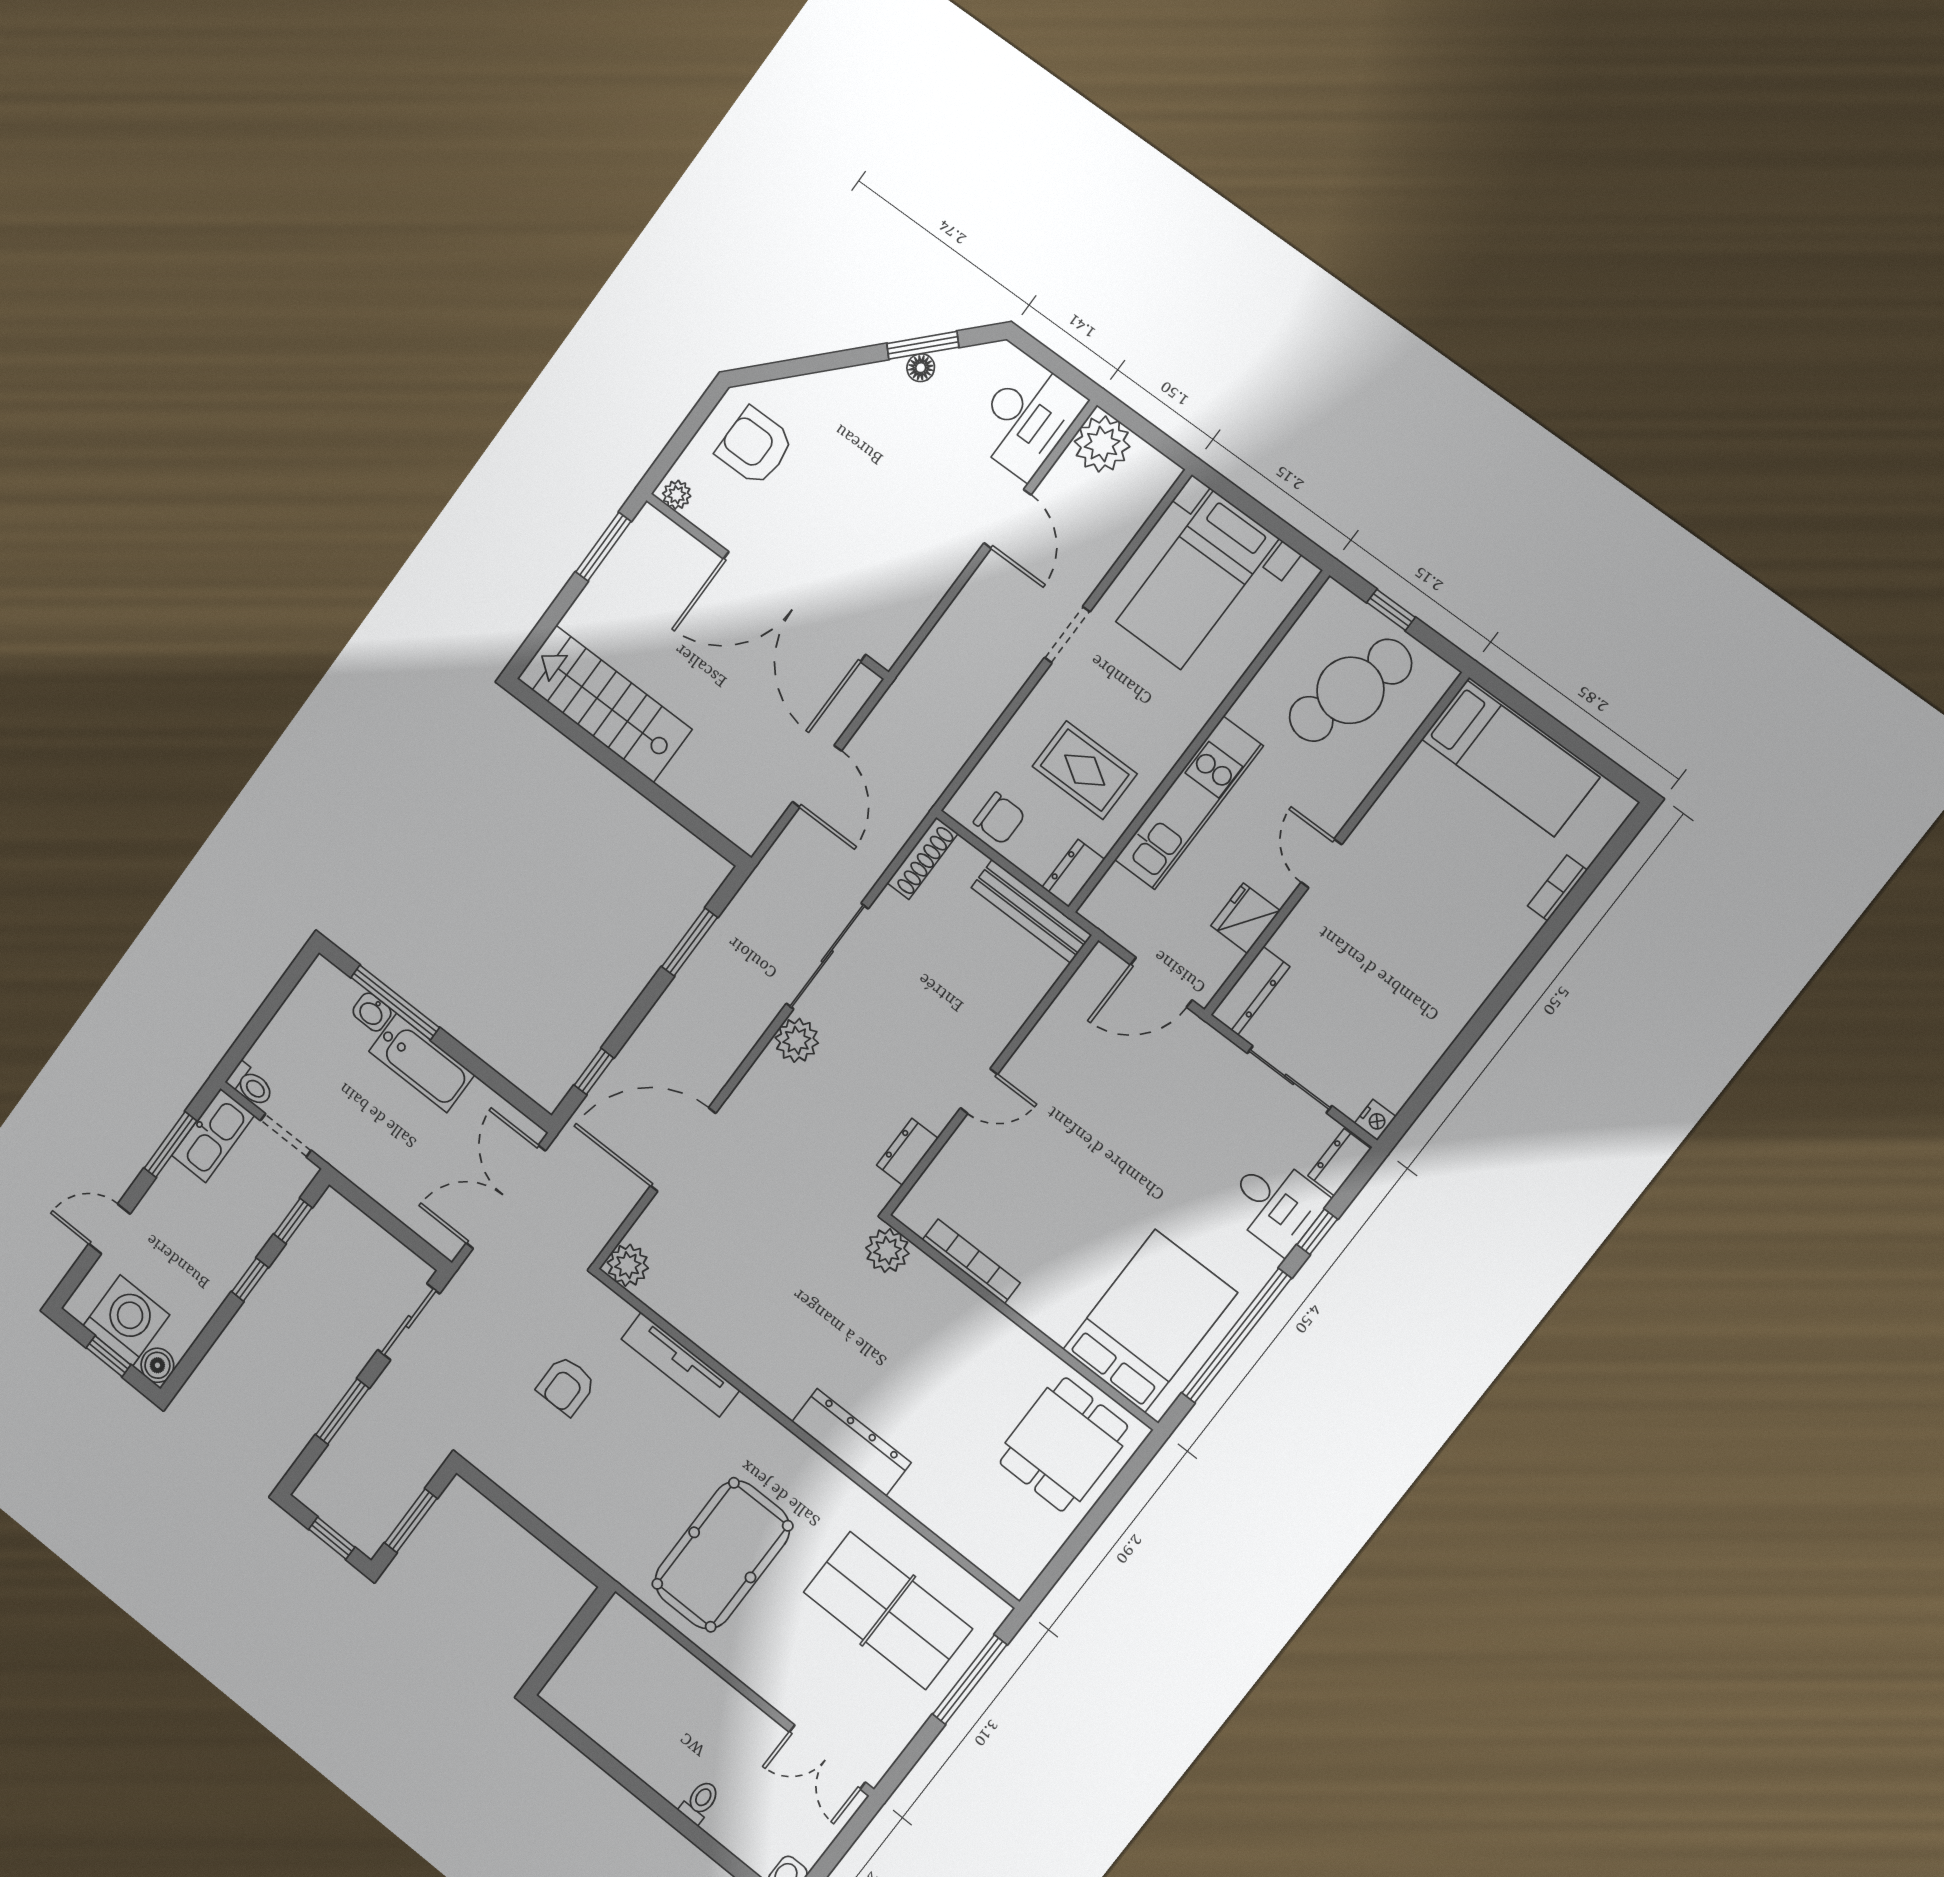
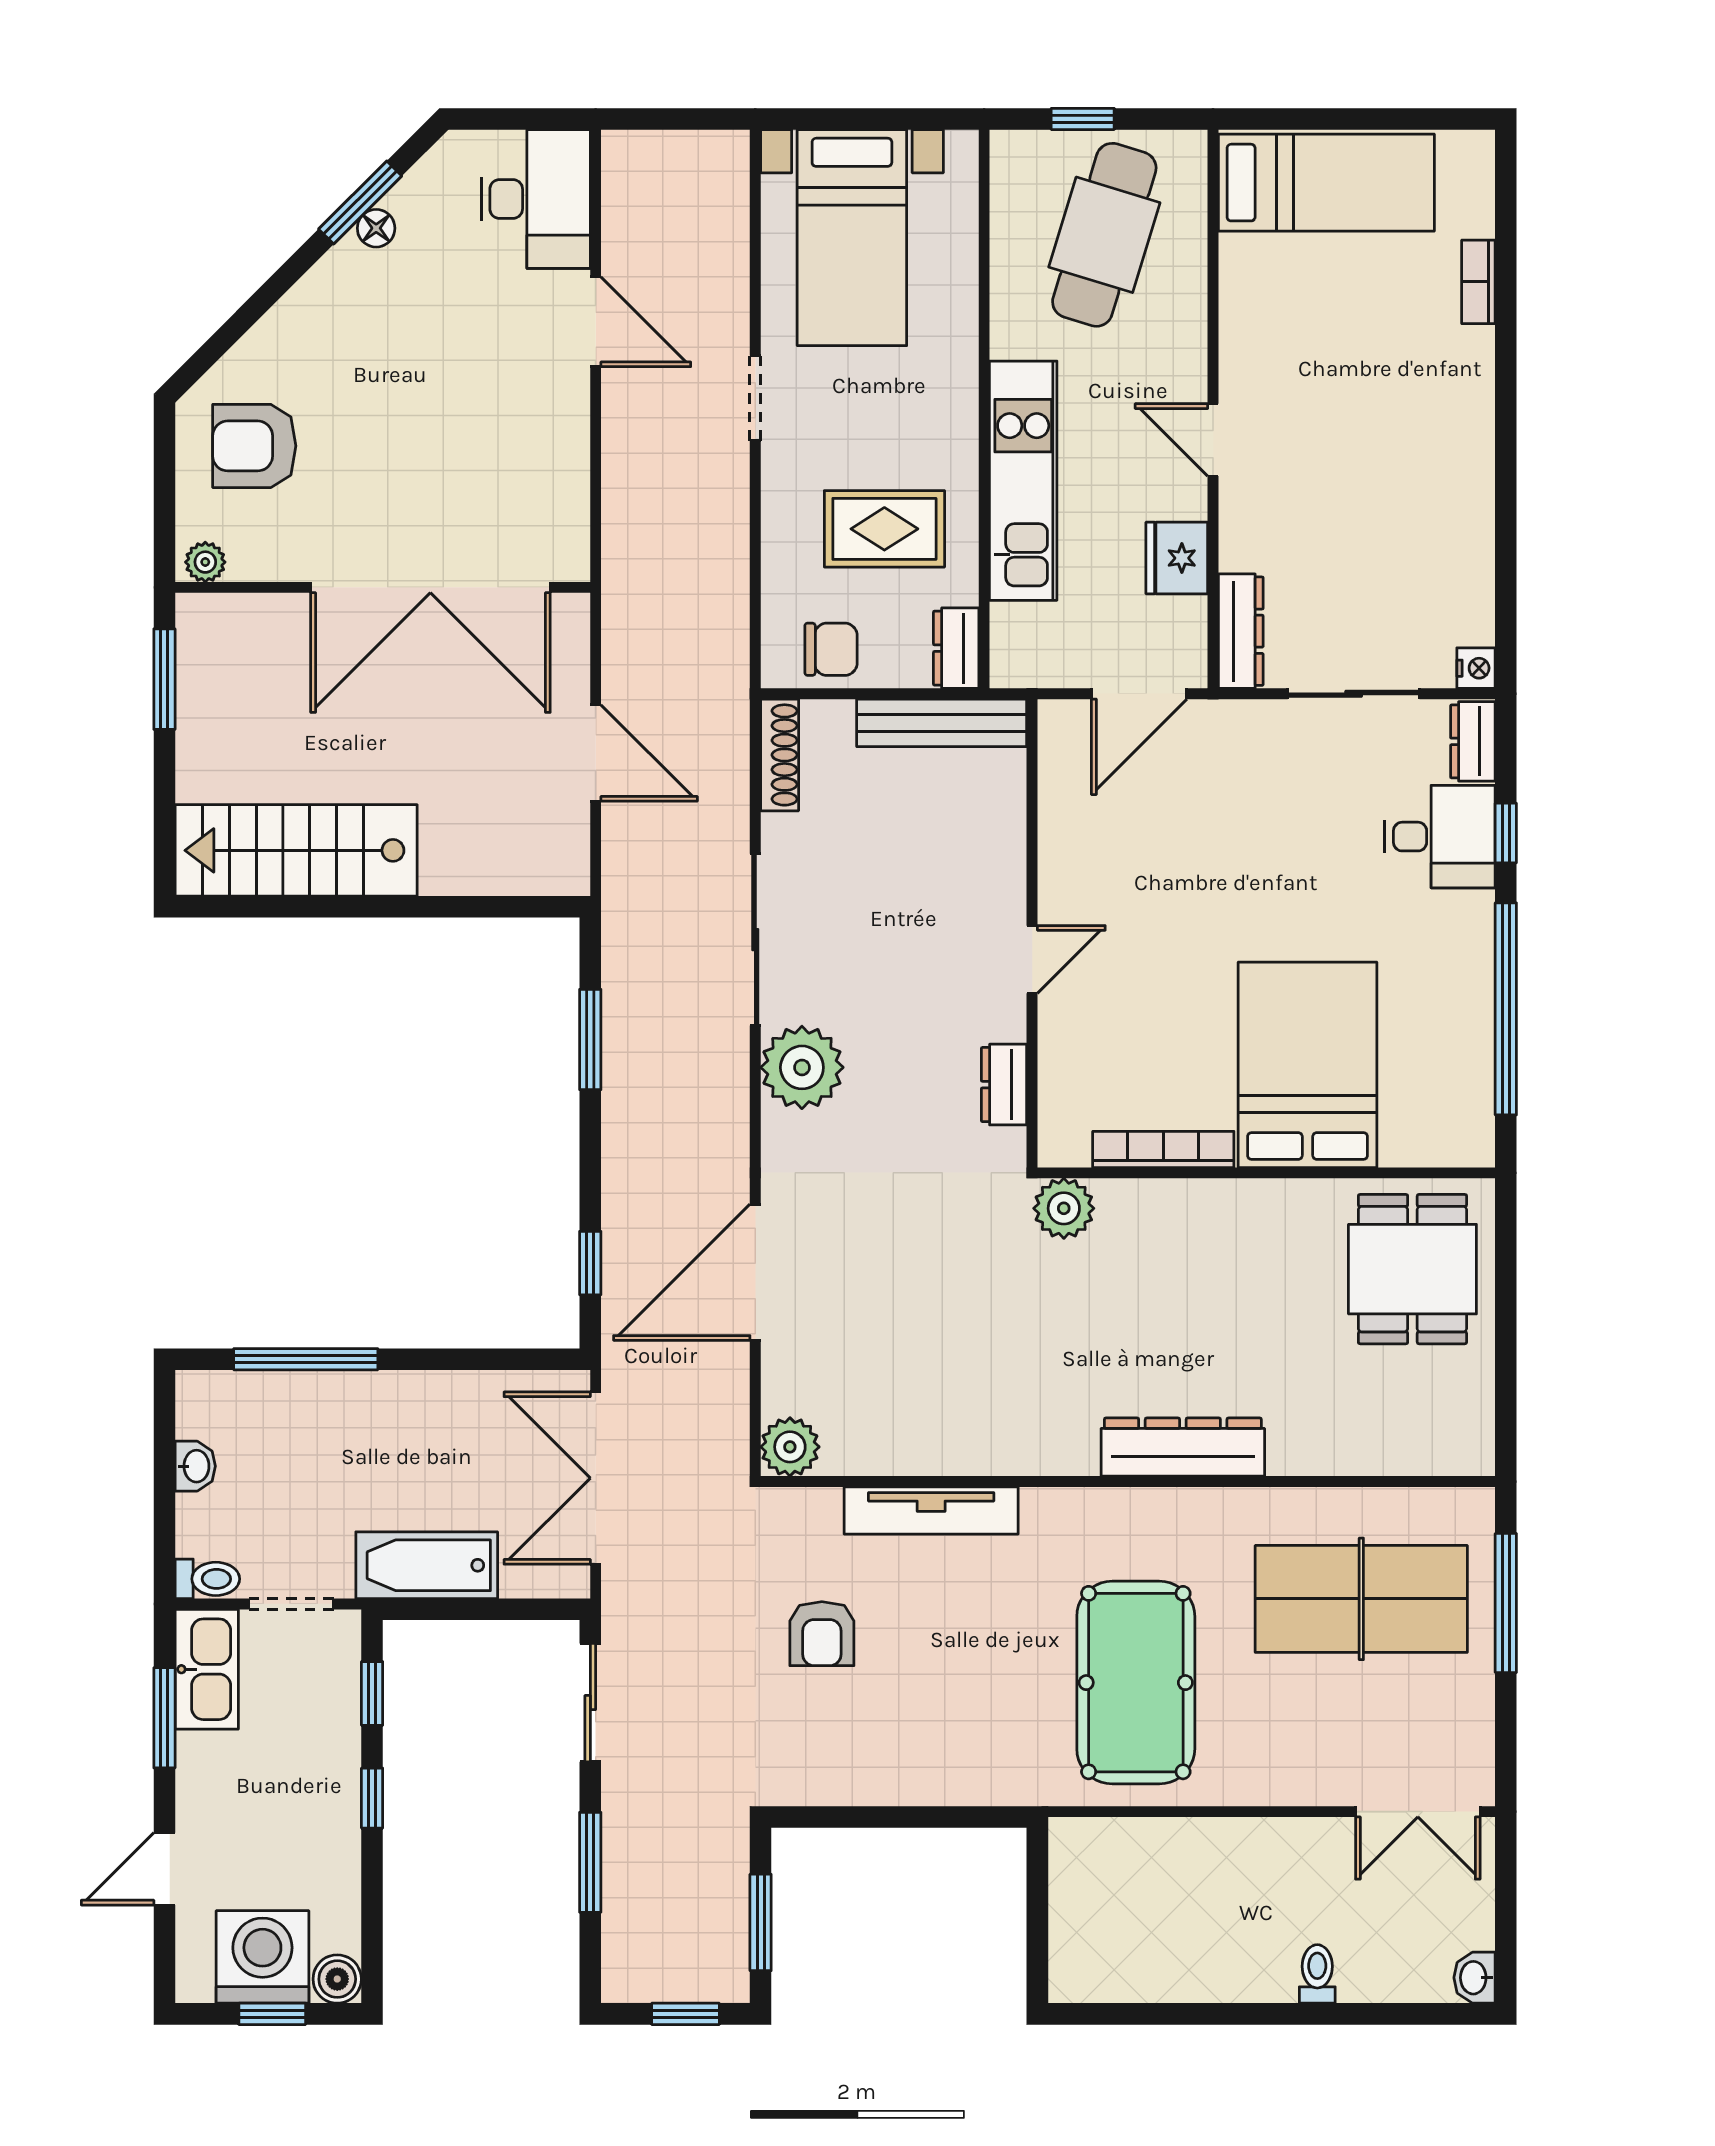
plant: (1102, 444) -> (639, 167), removed
washbasin: (372, 1012) -> (195, 1466), moved, turned -90
plant: (797, 1040) -> (802, 1067), width x1.36, depth x1.36
bathtub: (422, 1063) -> (427, 1565), moved, turned 180
bed: (1150, 1321) -> (1307, 1065), moved

